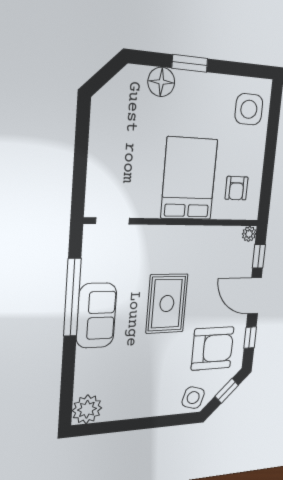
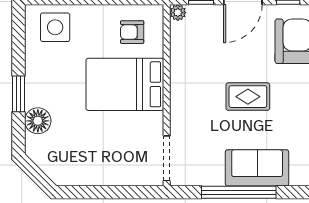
armchair: (237, 188) -> (132, 32), turned 180
doorway: (113, 221) -> (167, 158), width x1.38
rug: (167, 304) -> (248, 97), width x0.73, depth x0.70

